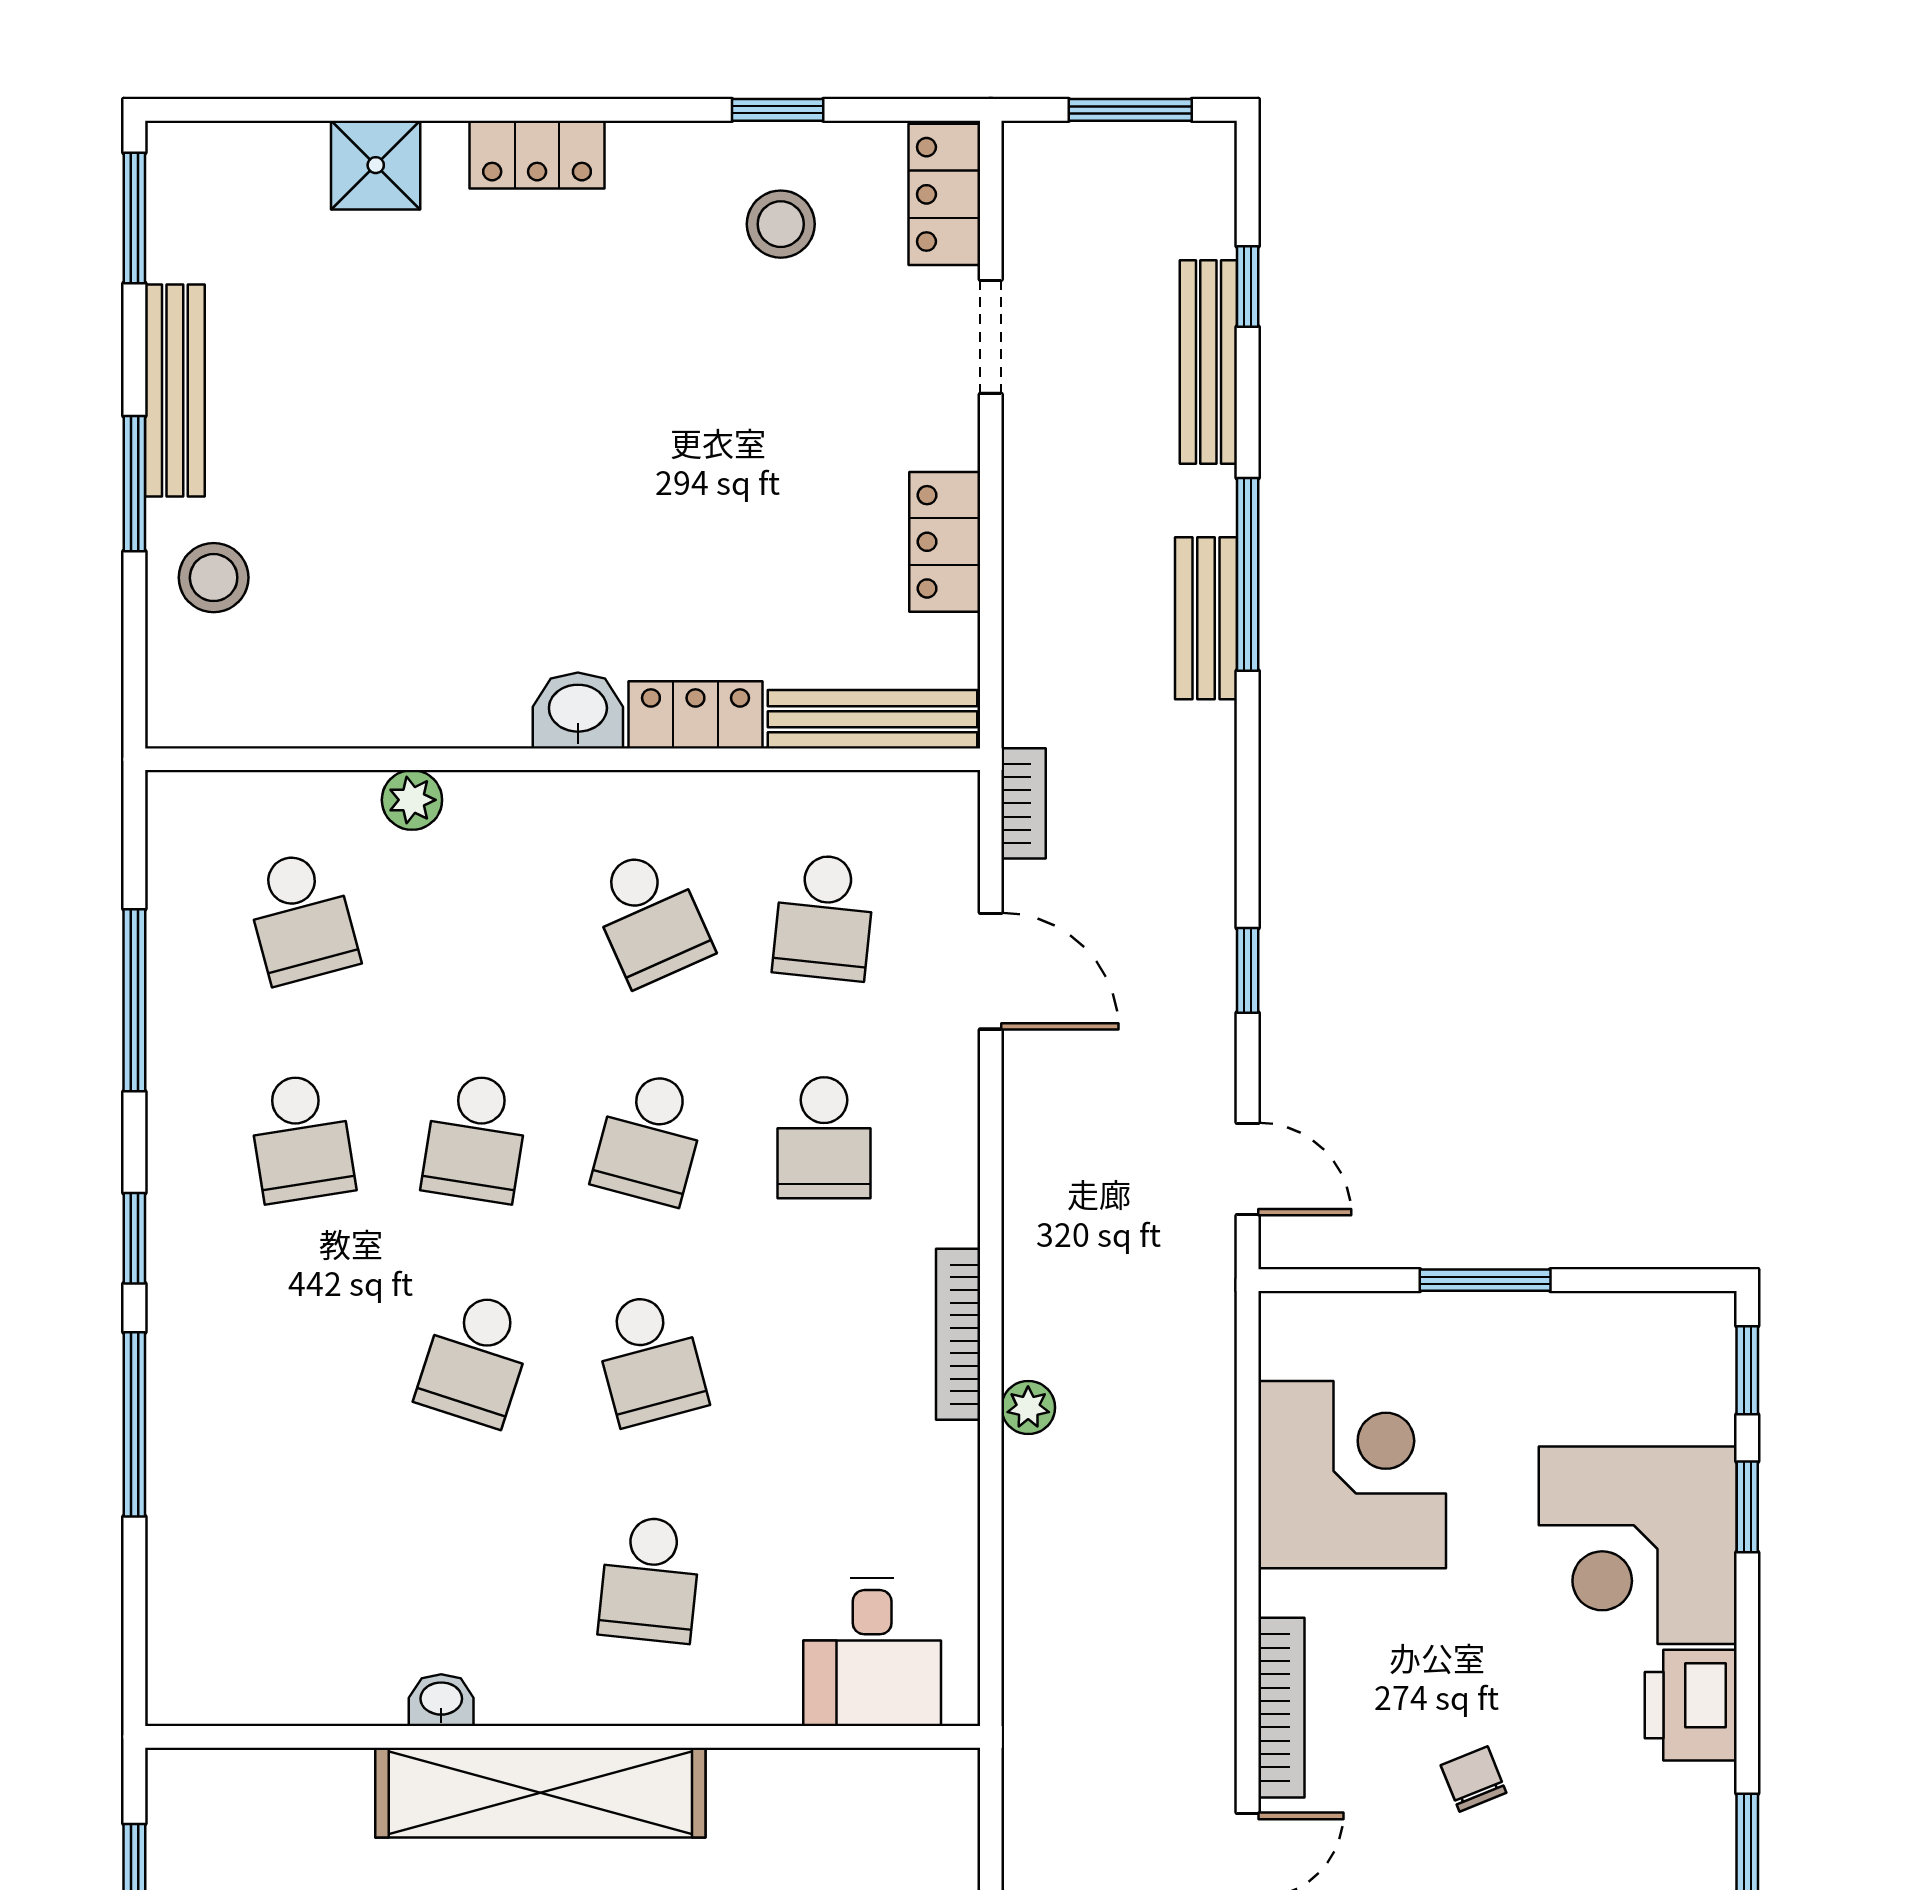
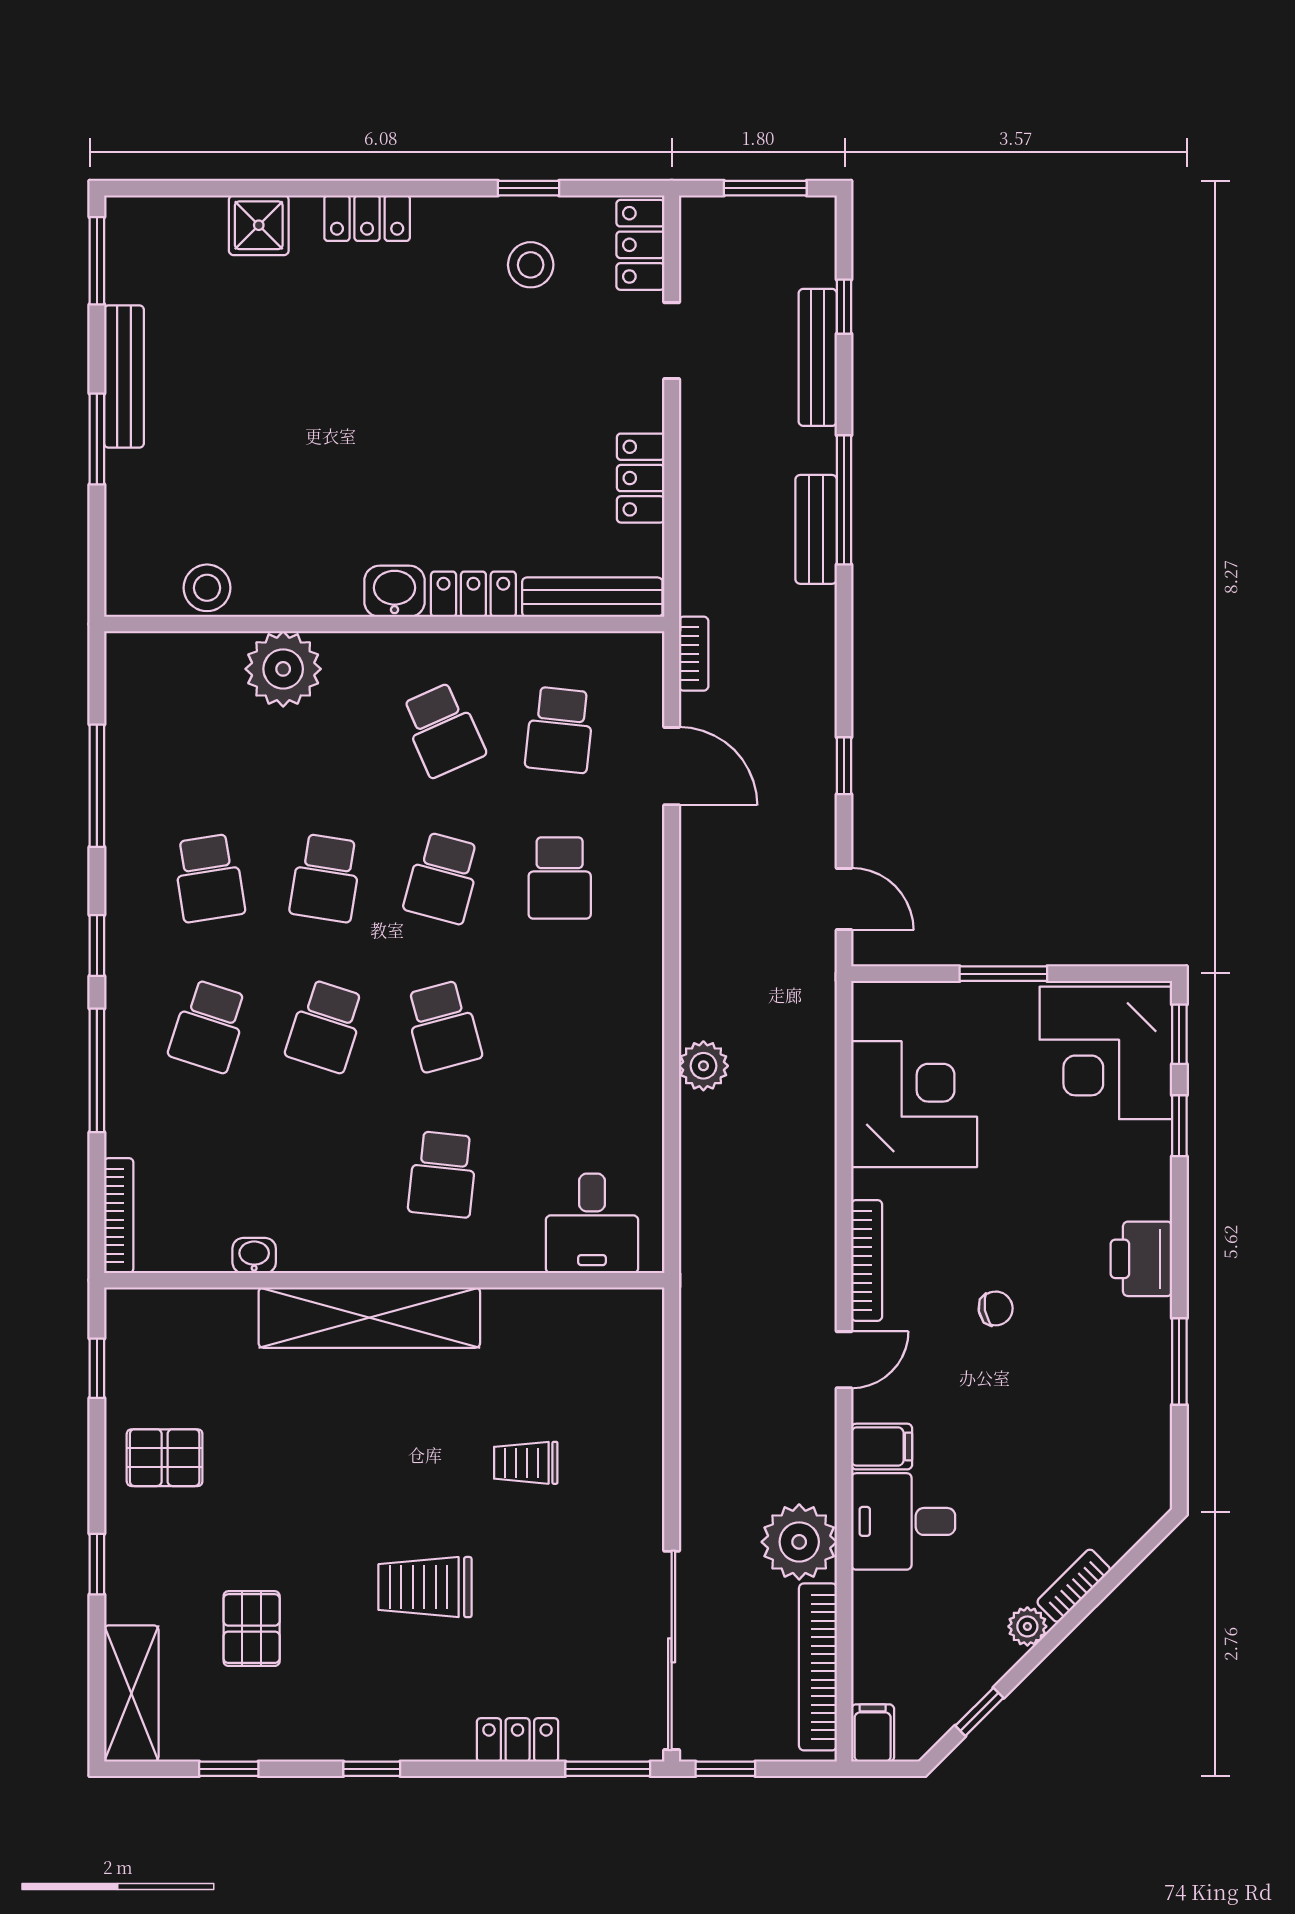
stool: (214, 578) -> (207, 588), moved
plant: (412, 800) -> (283, 669), width x1.88, depth x1.88
school desk: (301, 917) -> (209, 1026), moved, turned 33
bookcase: (958, 1334) -> (119, 1216), moved, turned 180
plant: (1028, 1407) -> (703, 1066), width x1.38, depth x1.38
corner desk: (1638, 1545) -> (1106, 1053), moved
washbasin: (441, 1700) -> (254, 1255), moved
chair: (1474, 1779) -> (996, 1308), turned 102

